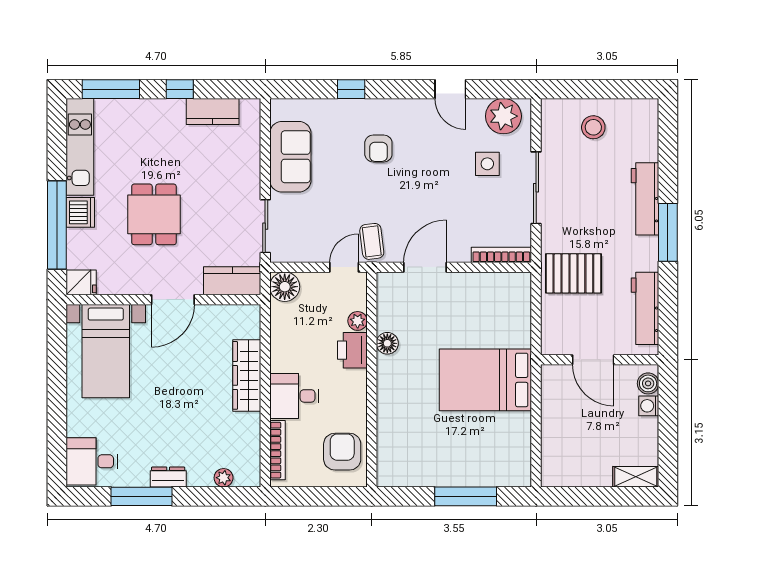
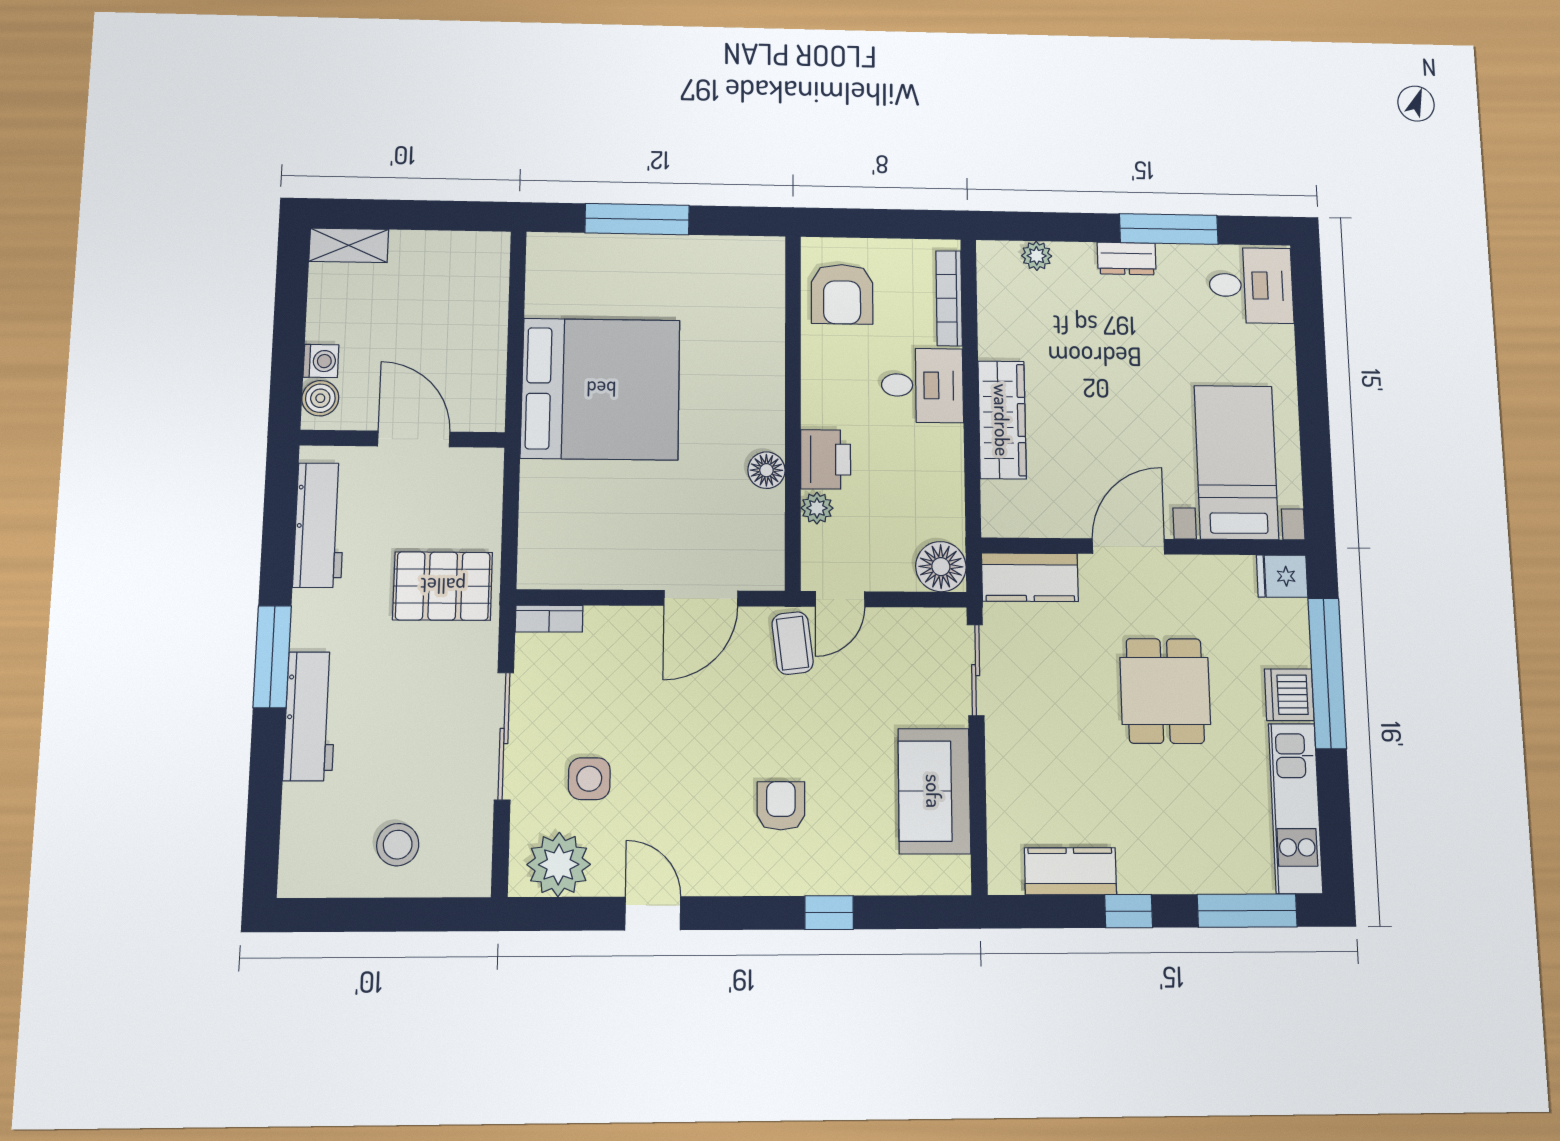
bookcase: (501, 255) -> (549, 619), width x0.64
bed: (485, 380) -> (601, 389), width x1.36

